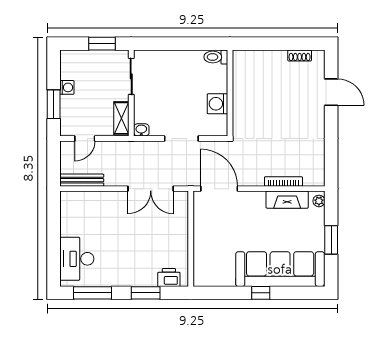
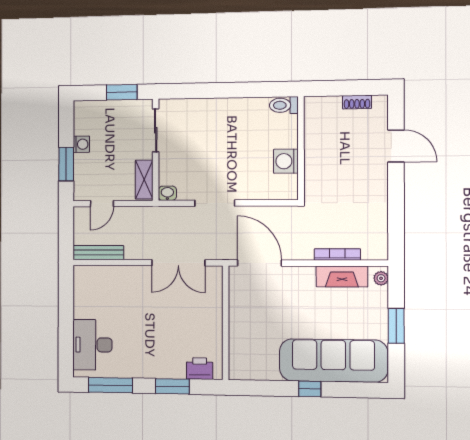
toilet: (216, 57) -> (284, 105), moved
wall: (230, 93) -> (301, 148), moved
washing machine: (218, 104) -> (286, 161), moved

